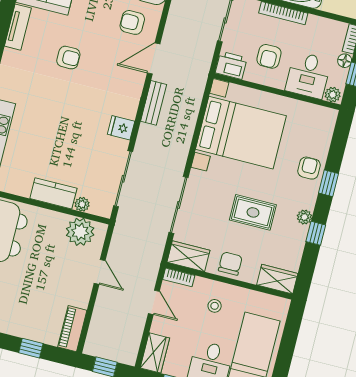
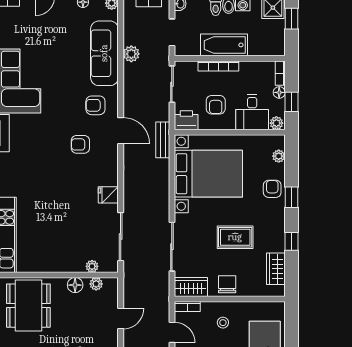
armchair: (68, 58) -> (80, 144), moved, turned 180
door: (154, 58) -> (121, 131), swing flipped
bench: (154, 103) -> (163, 140), moved
kitchen counter: (53, 193) -> (66, 263), removed
plant: (304, 217) -> (279, 156), moved
floor lamp: (57, 221) -> (75, 285), added
plant: (80, 232) -> (96, 284), width x0.53, depth x0.53
door: (100, 272) -> (121, 319), hinge flipped
wardrobe: (277, 279) -> (276, 269), moved, turned -90

